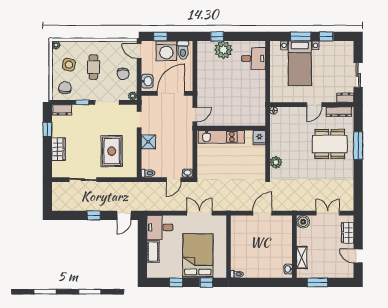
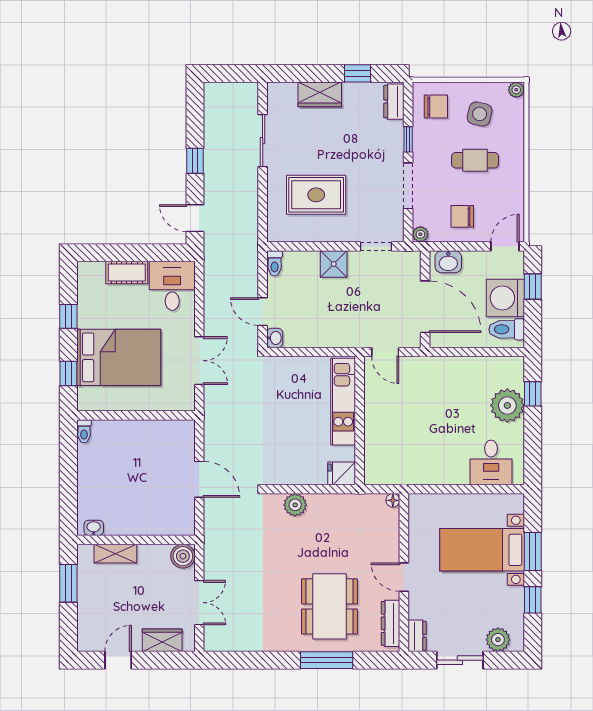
plant: (347, 55) -> (498, 640), added

